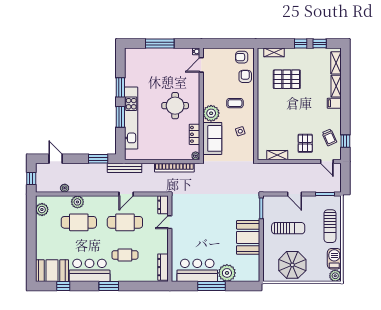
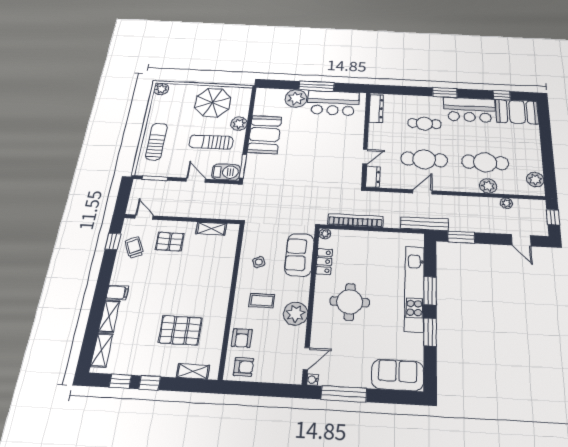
window: (160, 44) -> (344, 394), moved
sofa: (141, 58) -> (398, 375), added
plant: (211, 113) -> (296, 314), moved
pallet: (305, 143) -> (170, 242), turned 90
plant: (269, 246) -> (239, 124), added
barbecue: (334, 259) -> (226, 172), moved, turned -90

